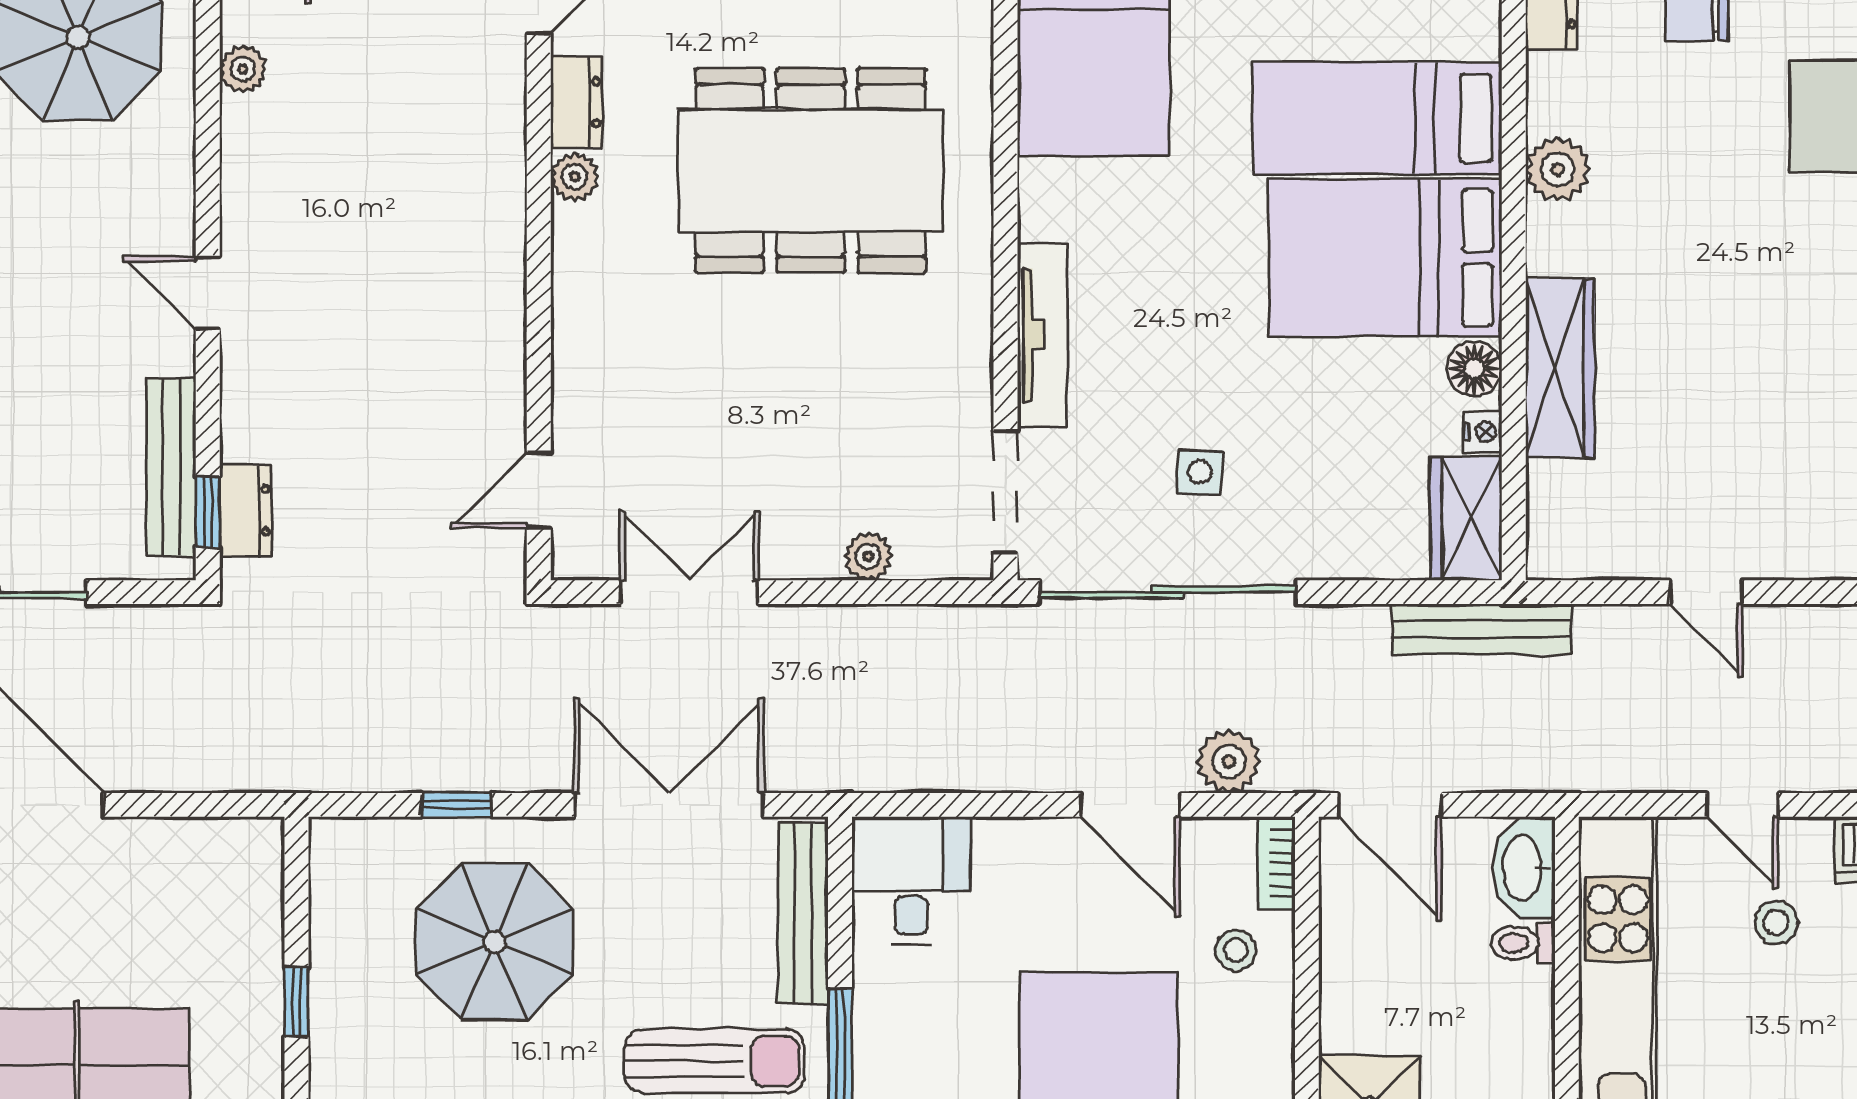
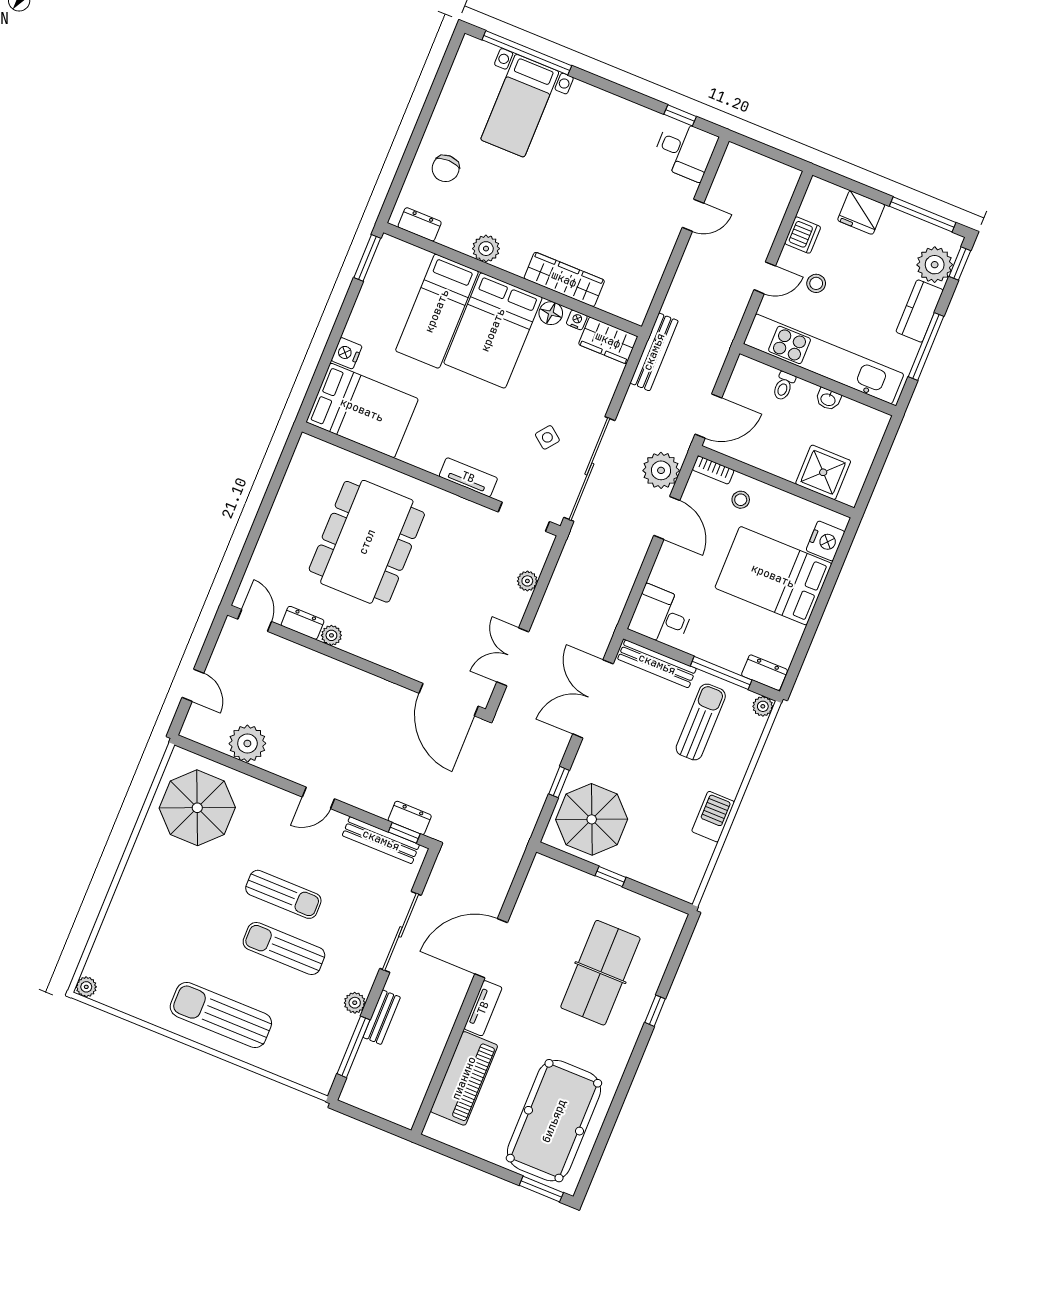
plant: (243, 69) -> (247, 743), width x1.88, depth x1.88
tv unit: (1042, 335) -> (468, 477), width x0.71
side table: (1200, 472) -> (547, 437), turned 36
door: (539, 490) -> (449, 700), width x1.88
door: (1706, 592) -> (693, 215), moved
plant: (1229, 761) -> (661, 470), width x1.36, depth x1.36
door: (1130, 805) -> (667, 518), hinge flipped
washbasin: (1524, 868) -> (828, 399), moved, width x0.52, depth x0.69
parasol: (494, 942) -> (592, 819), moved

